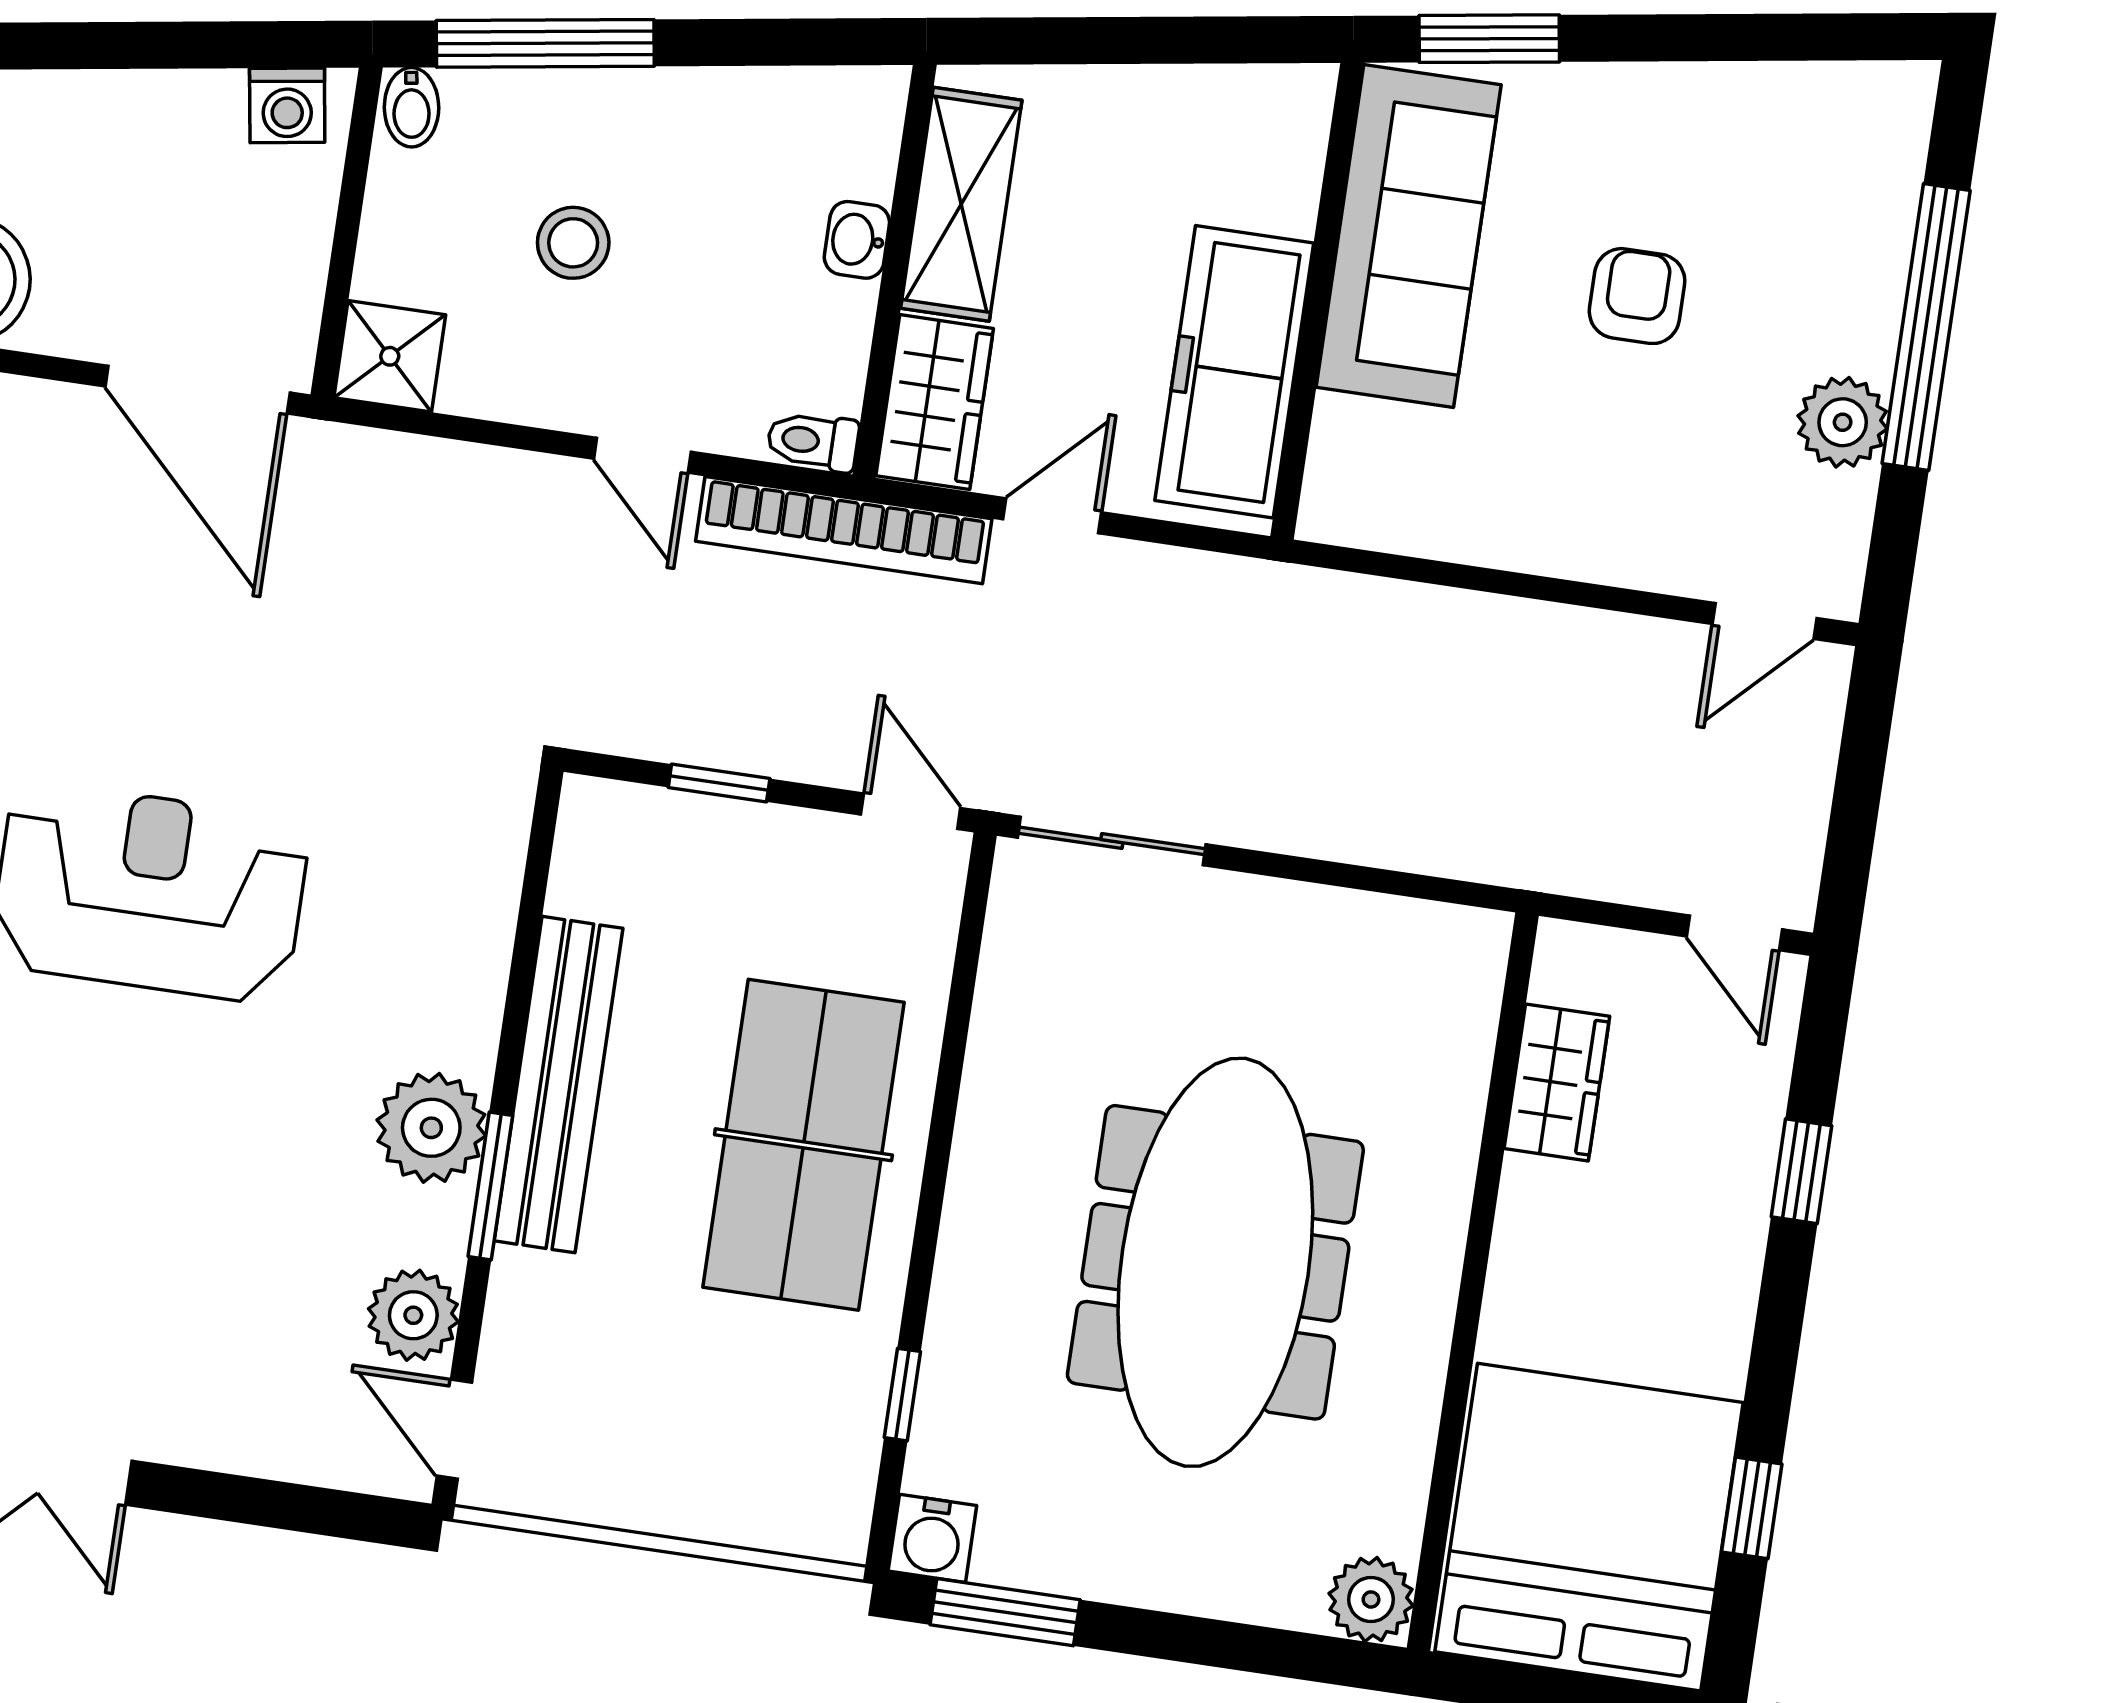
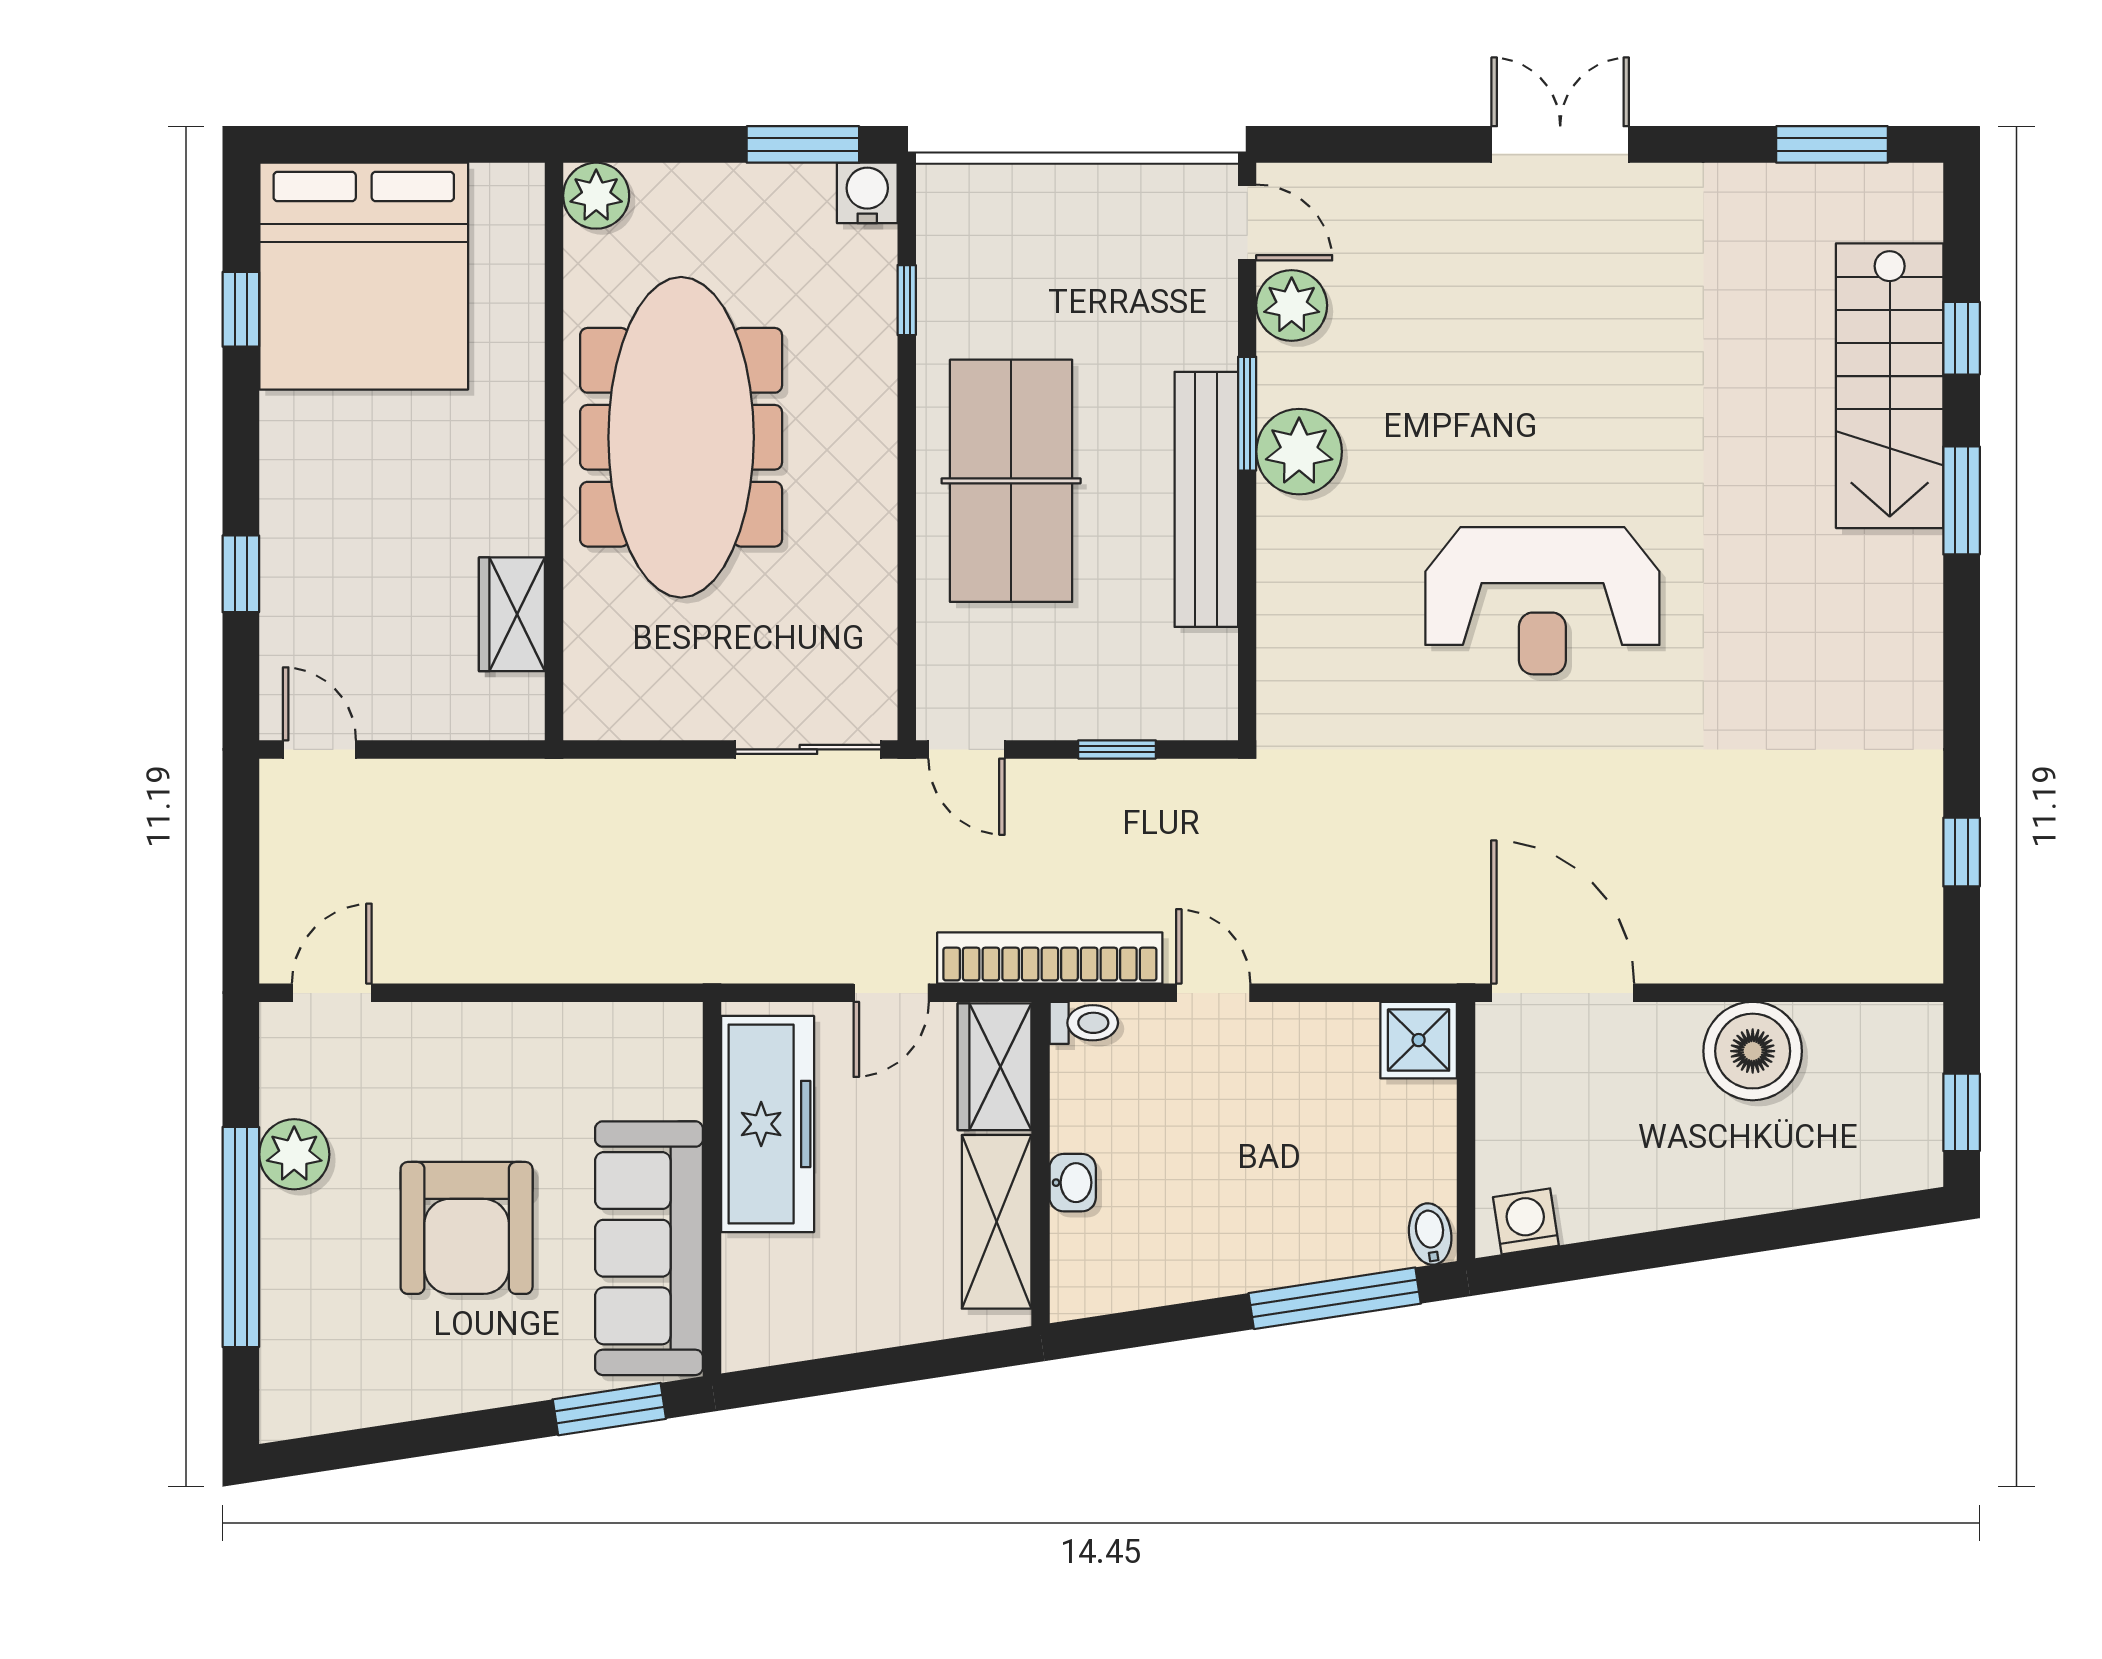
stool: (573, 243) -> (1290, 1148), removed
armchair: (1637, 296) -> (467, 1228), width x1.88, depth x1.88
wardrobe: (1557, 1082) -> (512, 614), moved
wall: (1473, 1282) -> (554, 451), moved
plant: (1371, 1599) -> (596, 196), moved

